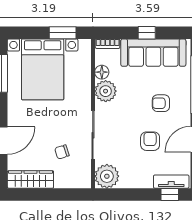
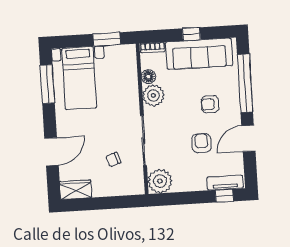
bed with nightstands: (43, 69) -> (79, 78), width x0.73
wardrobe: (30, 179) -> (76, 190), width x0.67

